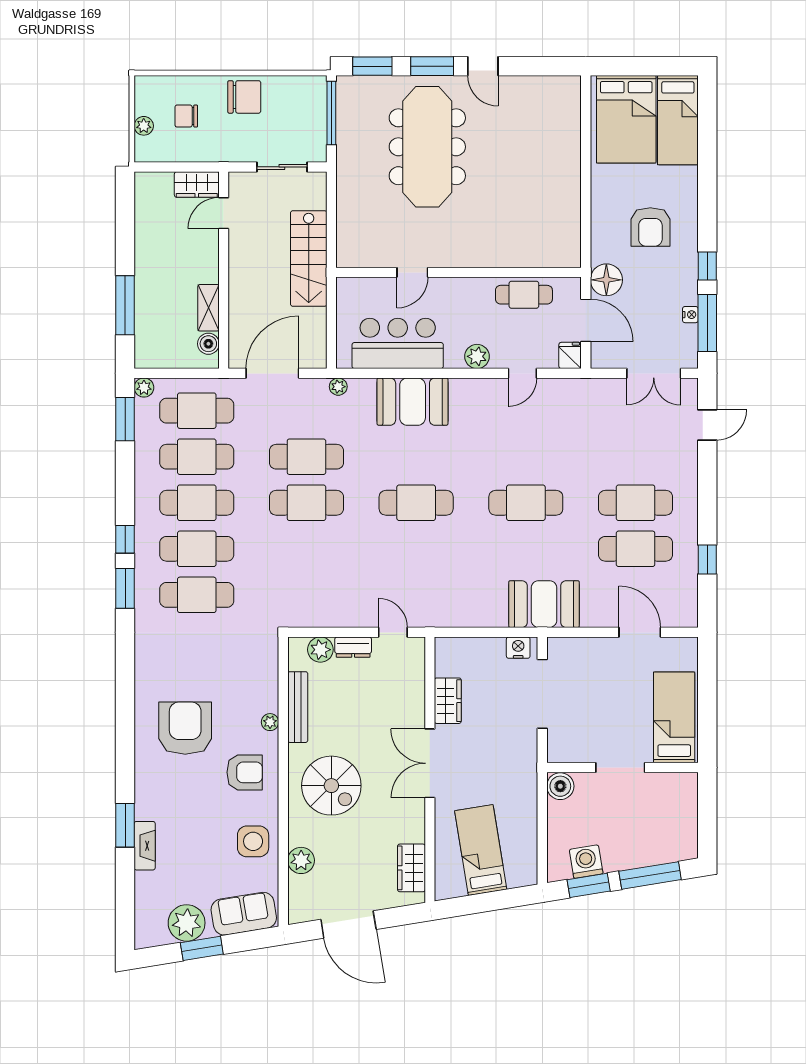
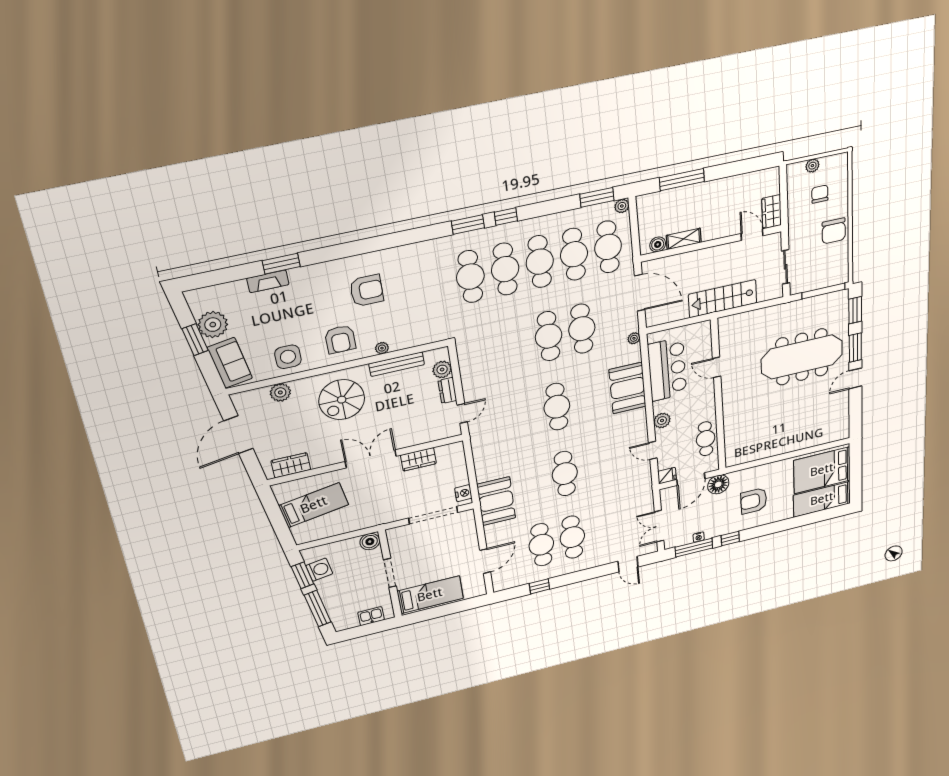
armchair: (185, 728) -> (367, 291), width x0.73, depth x0.73
kitchen sink: (686, 805) -> (371, 616), added

